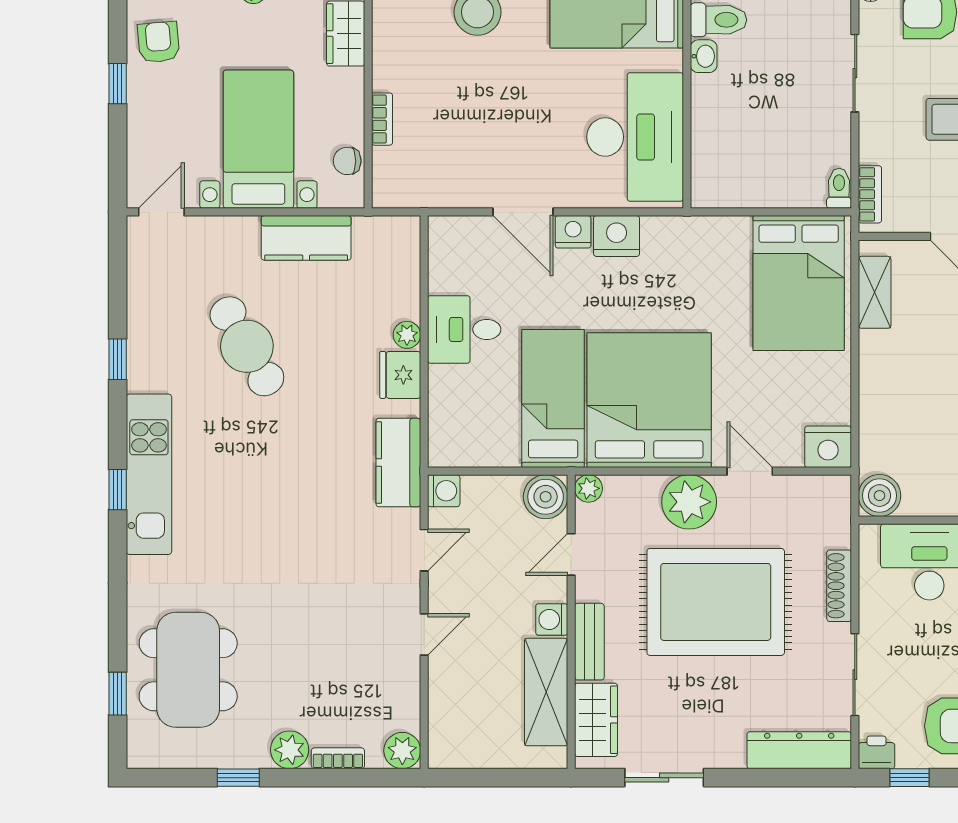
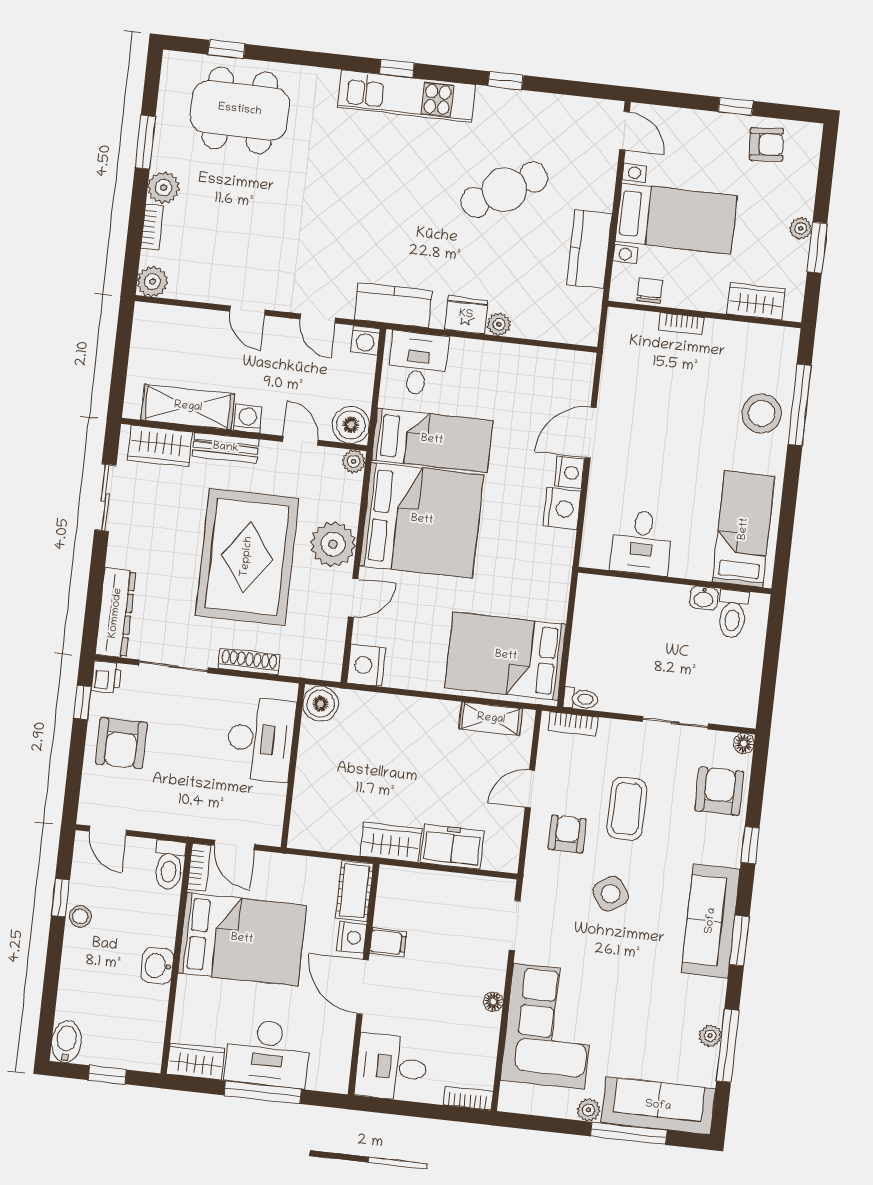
desk: (635, 137) -> (642, 543), width x0.53, depth x0.77
desk: (464, 329) -> (418, 364), moved
window: (238, 778) -> (145, 142), width x1.50

